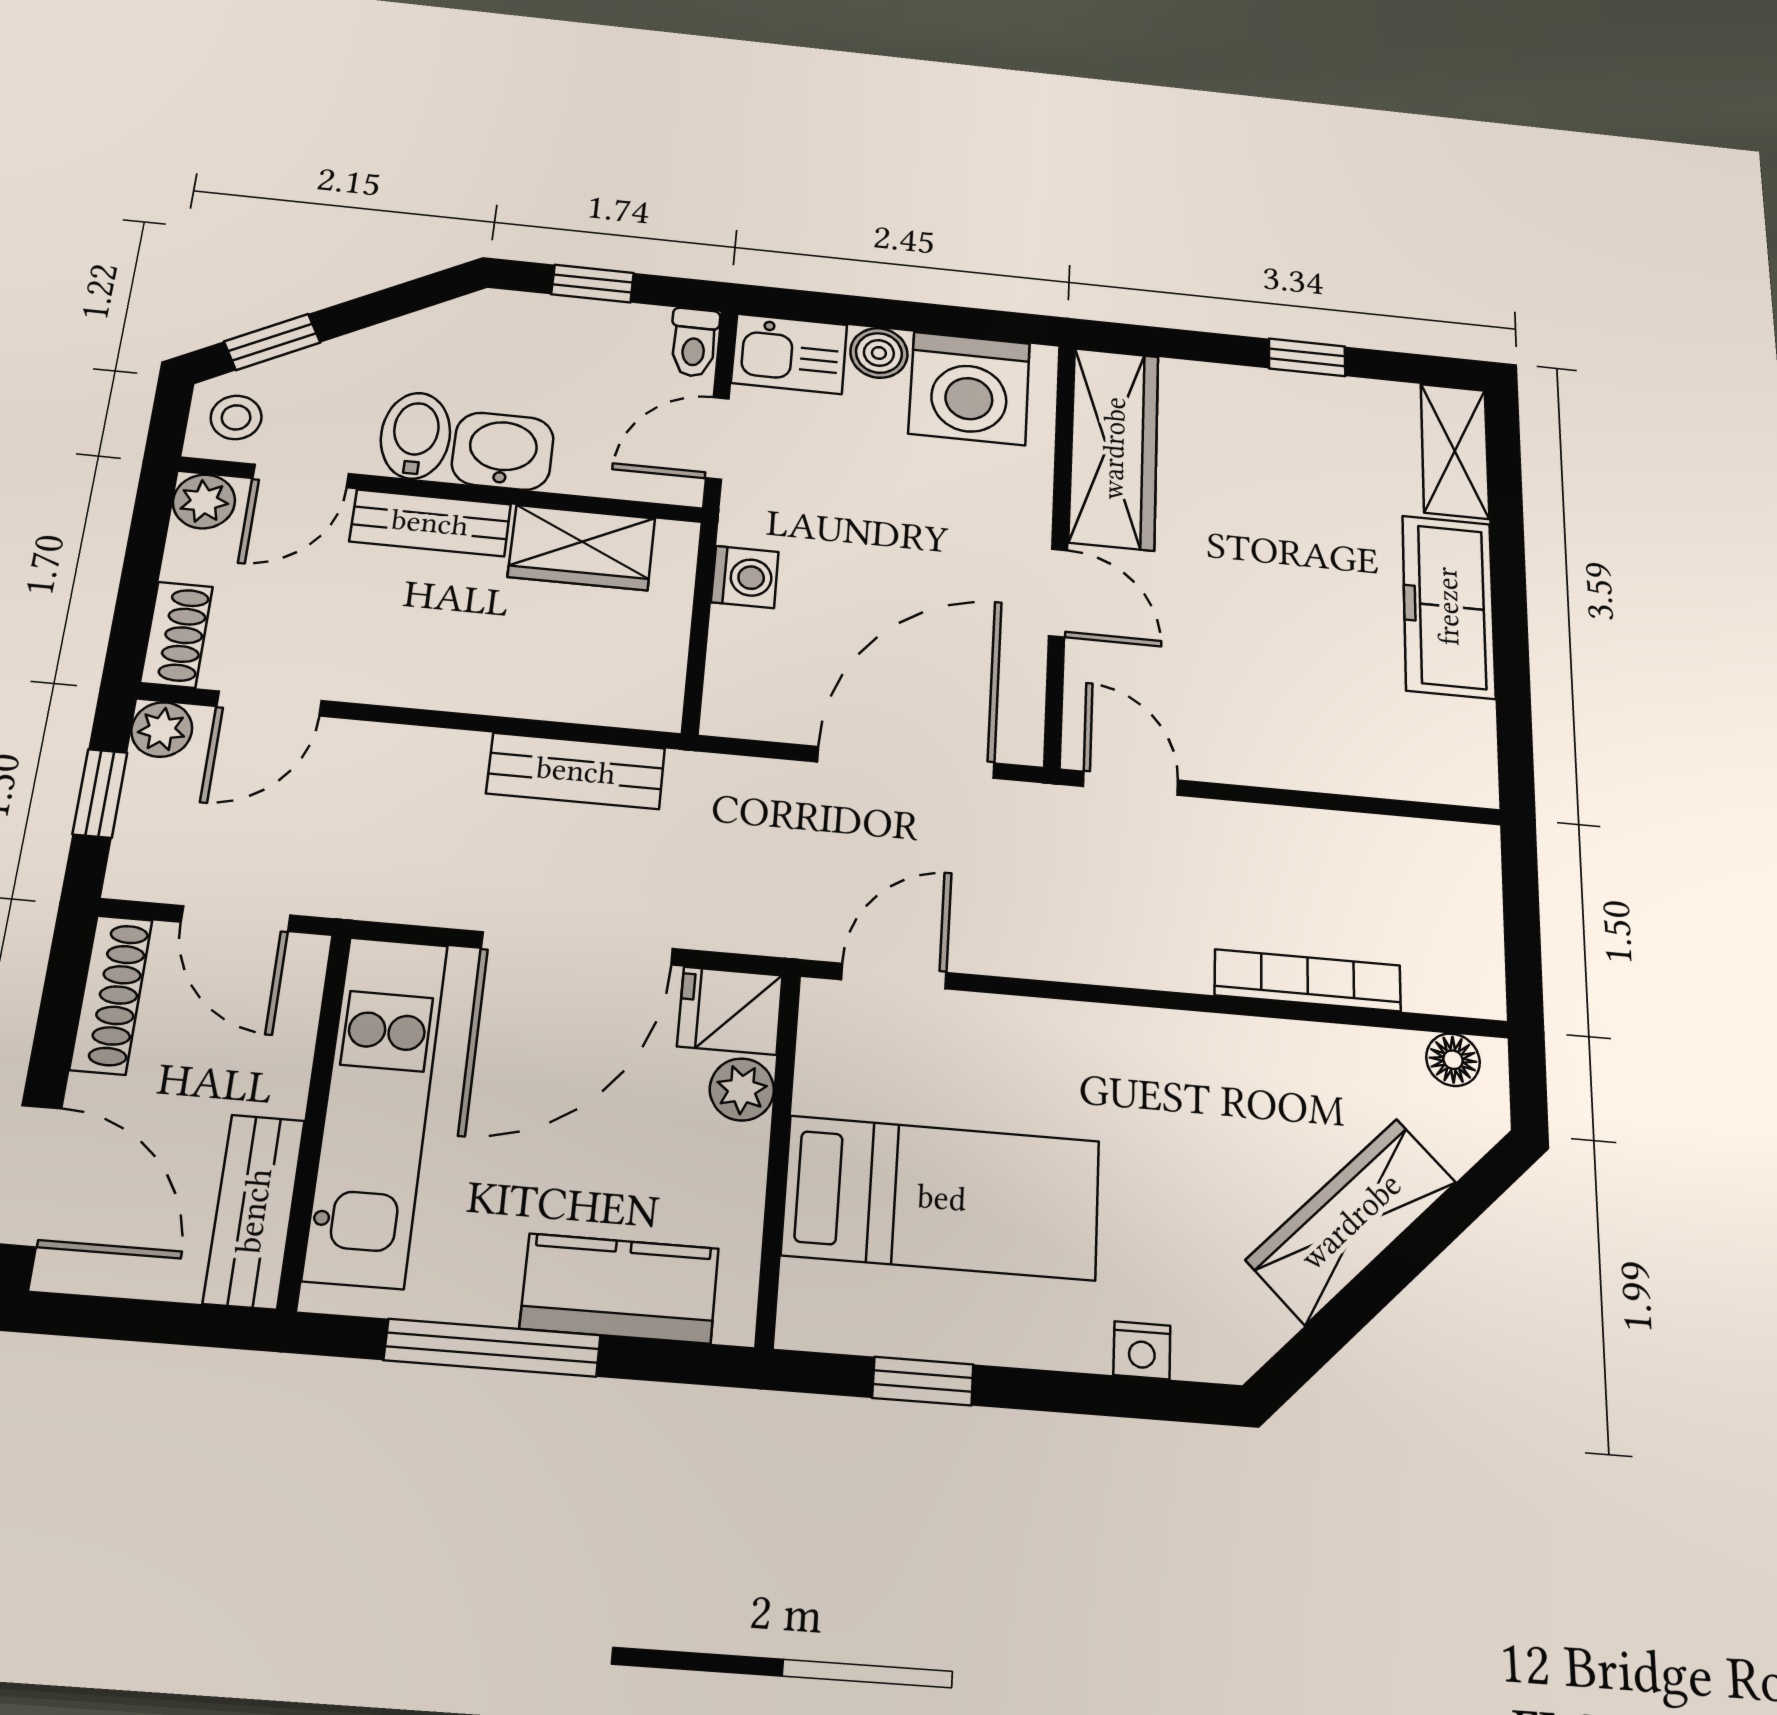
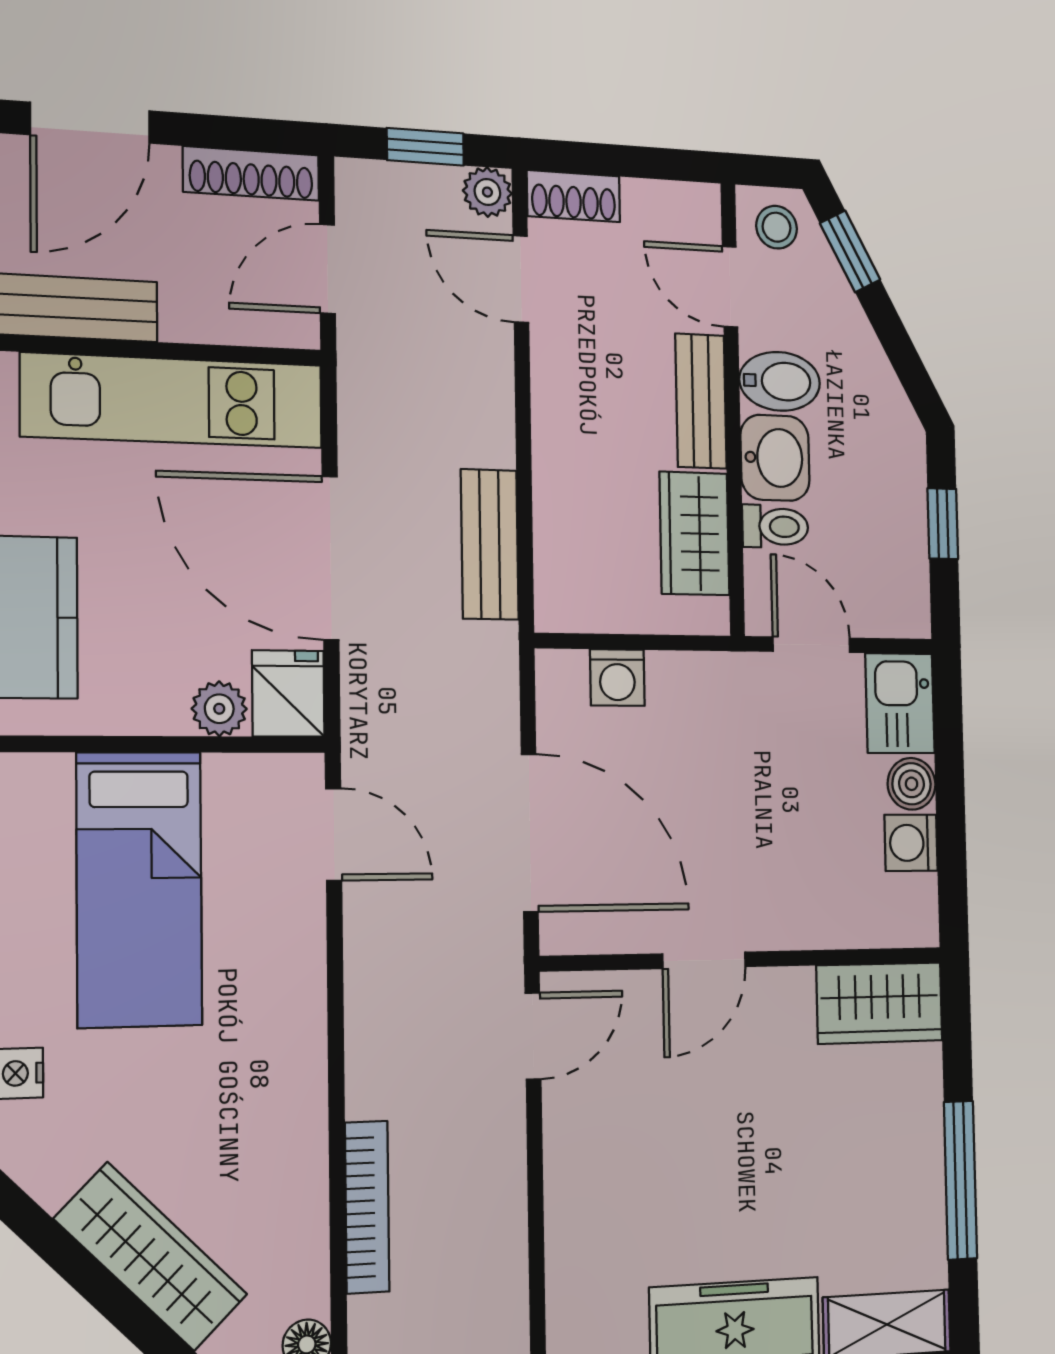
toilet: (694, 342) -> (775, 526), moved, turned 180
window: (1307, 357) -> (960, 1180), width x2.17
washing machine: (969, 388) -> (911, 843), width x0.53, depth x0.53
wardrobe: (1114, 448) -> (879, 1003), width x0.67
plant: (204, 501) -> (696, 207), removed
washing machine: (745, 577) -> (617, 678), moved

